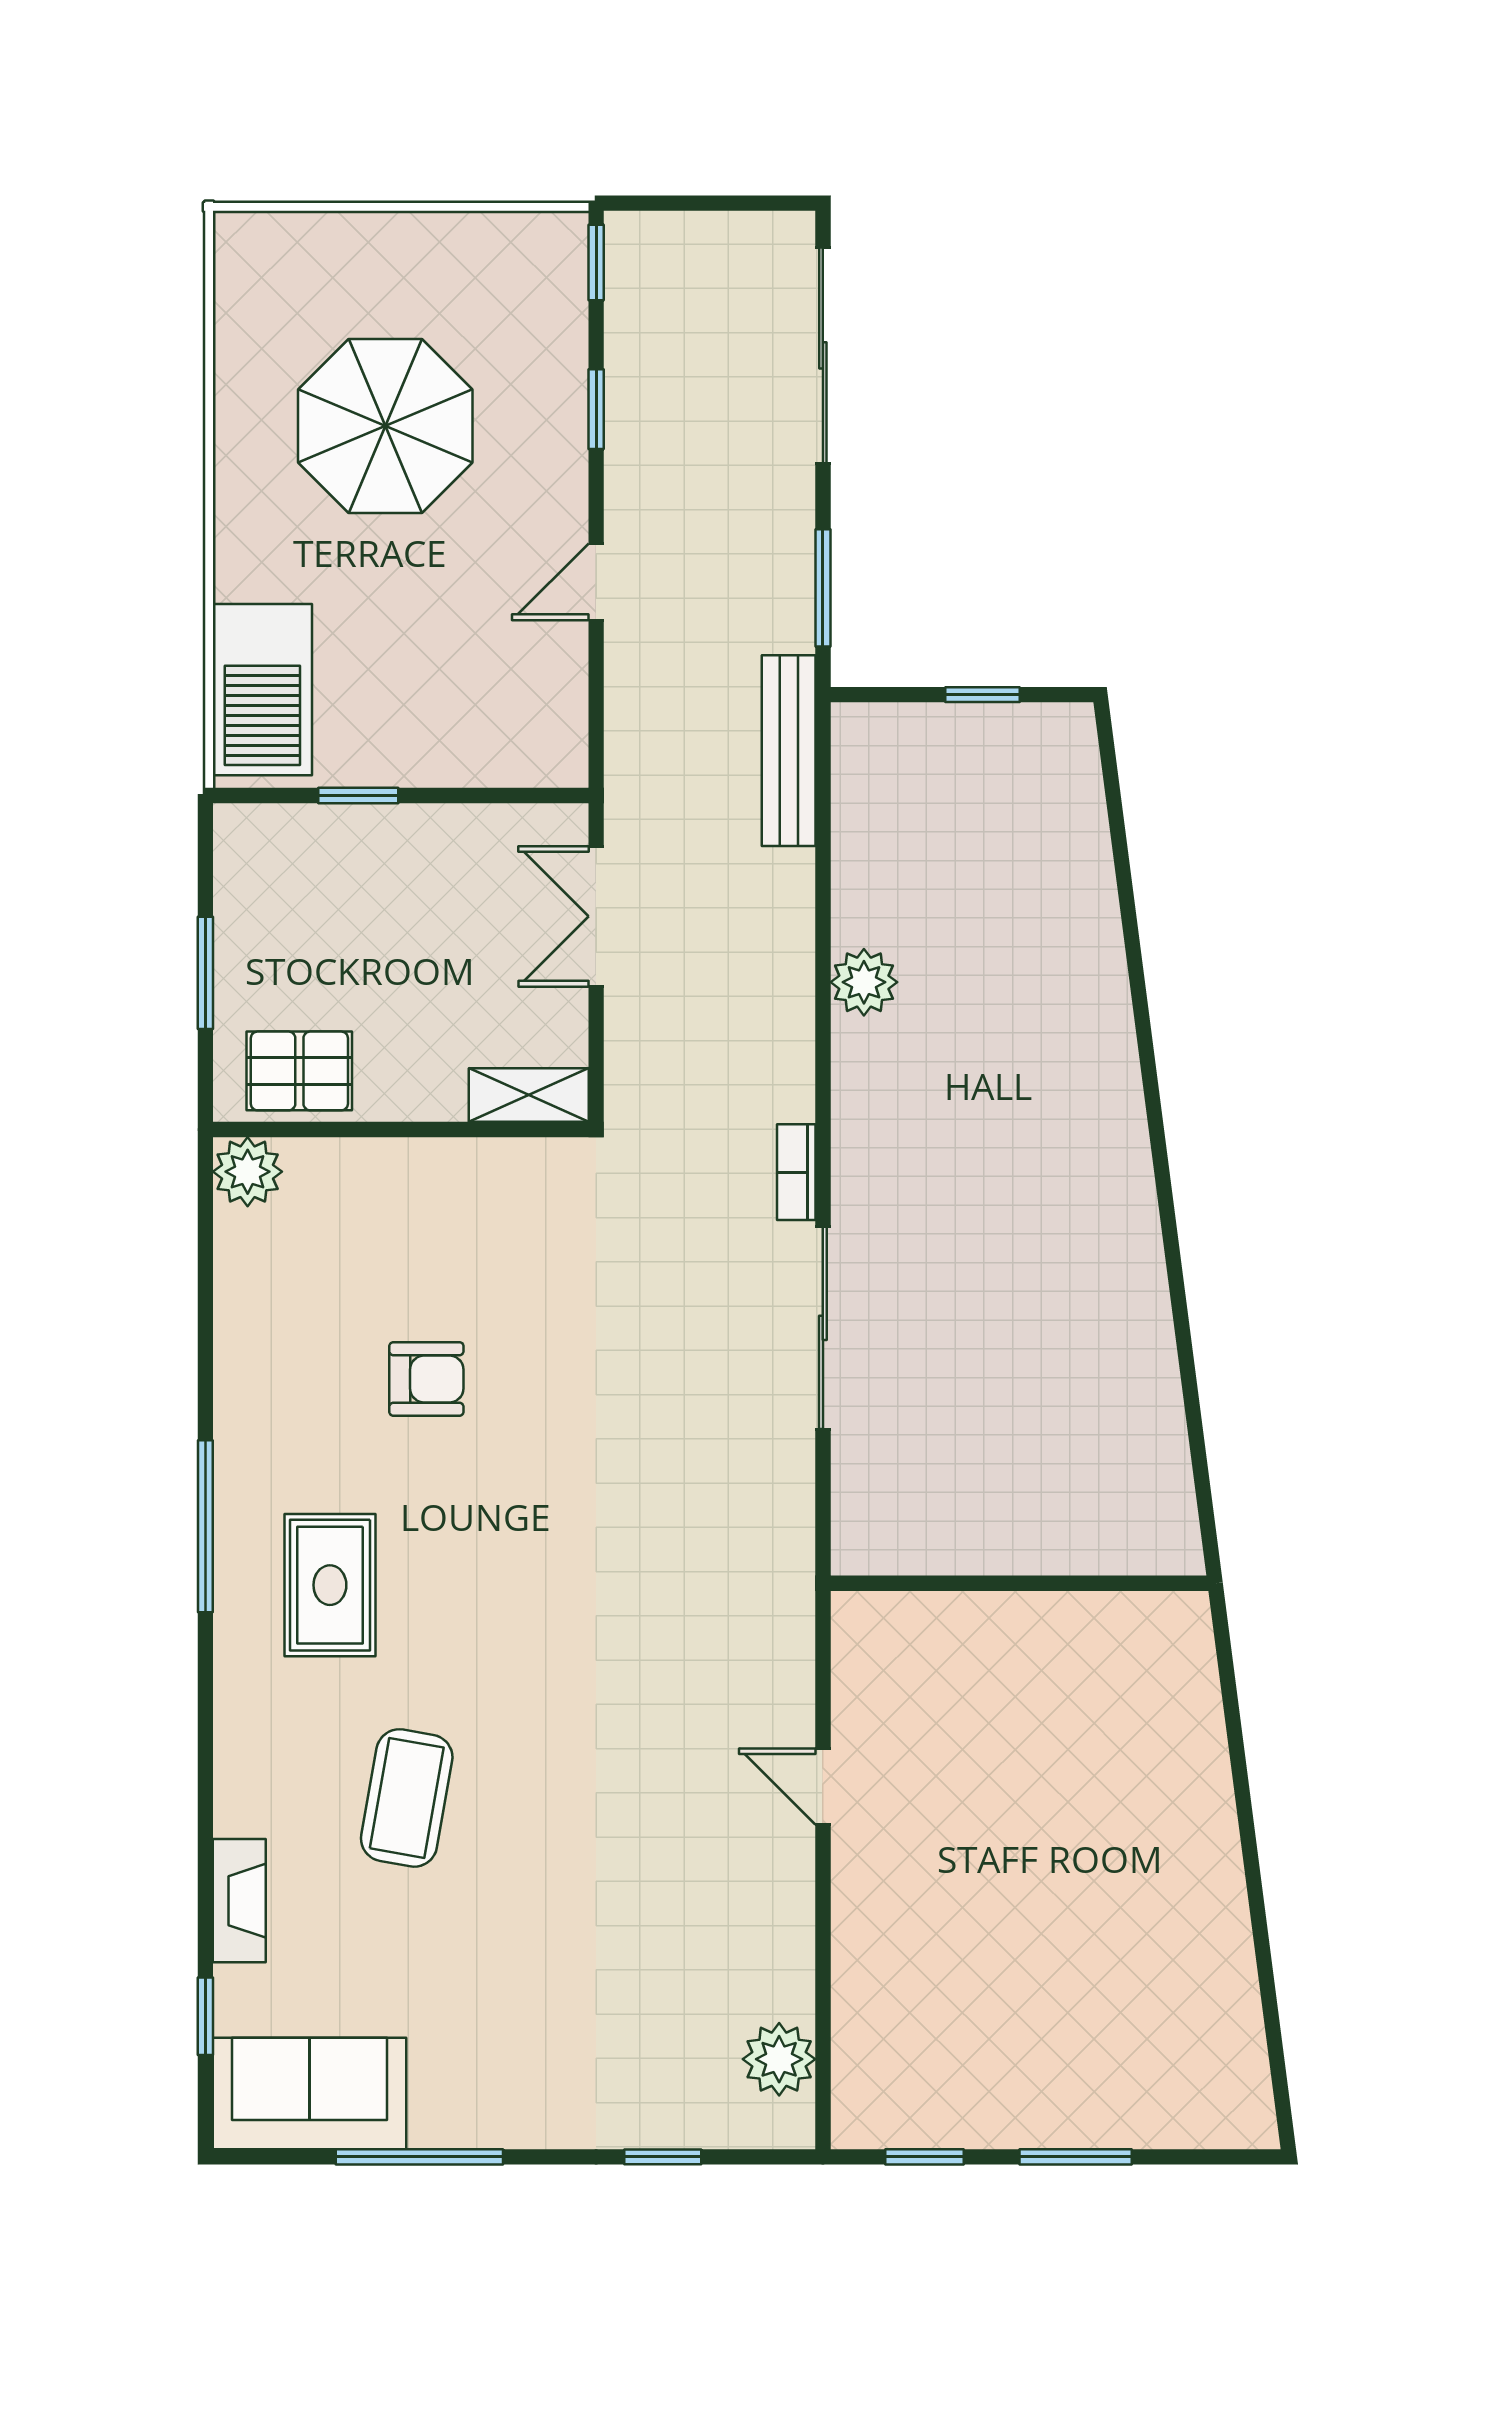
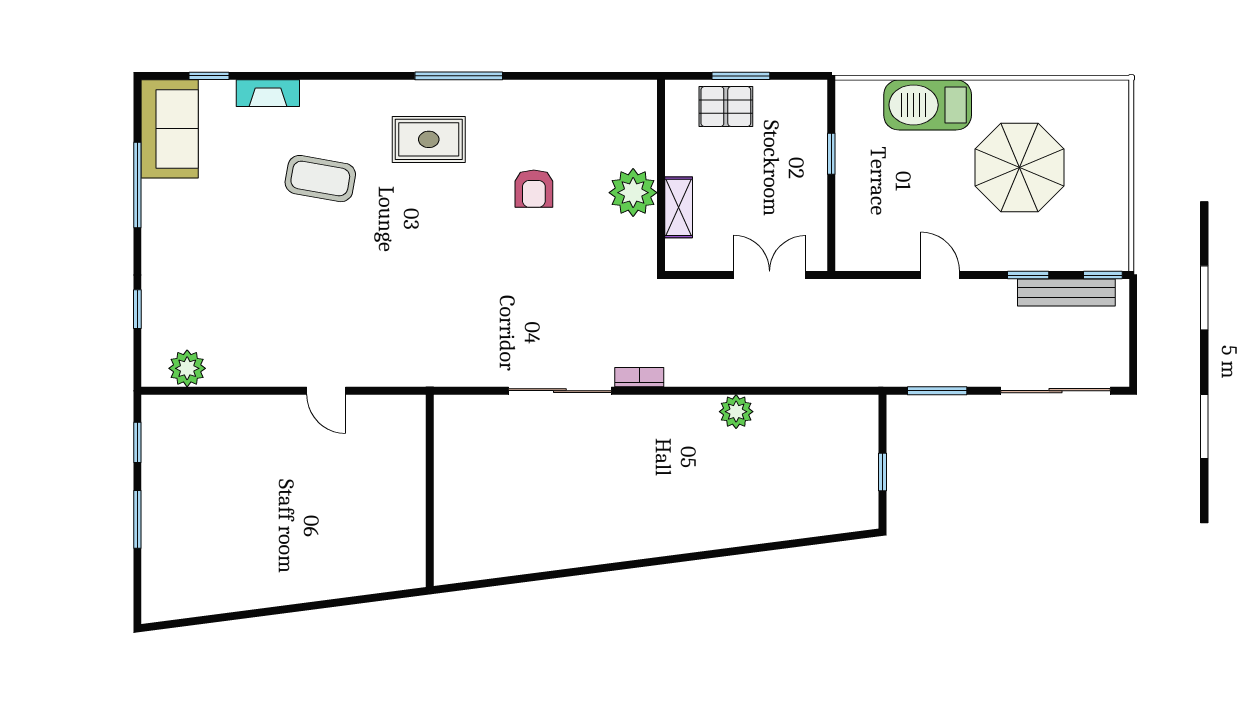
barbecue: (262, 690) -> (928, 105), moved
bench: (789, 751) -> (1066, 293), moved
pallet: (299, 1071) -> (726, 107), moved, turned 90
shelving: (529, 1095) -> (679, 207), moved
plant: (248, 1172) -> (633, 193), moved, width x1.36, depth x1.36
door: (823, 1787) -> (326, 391), swing flipped

